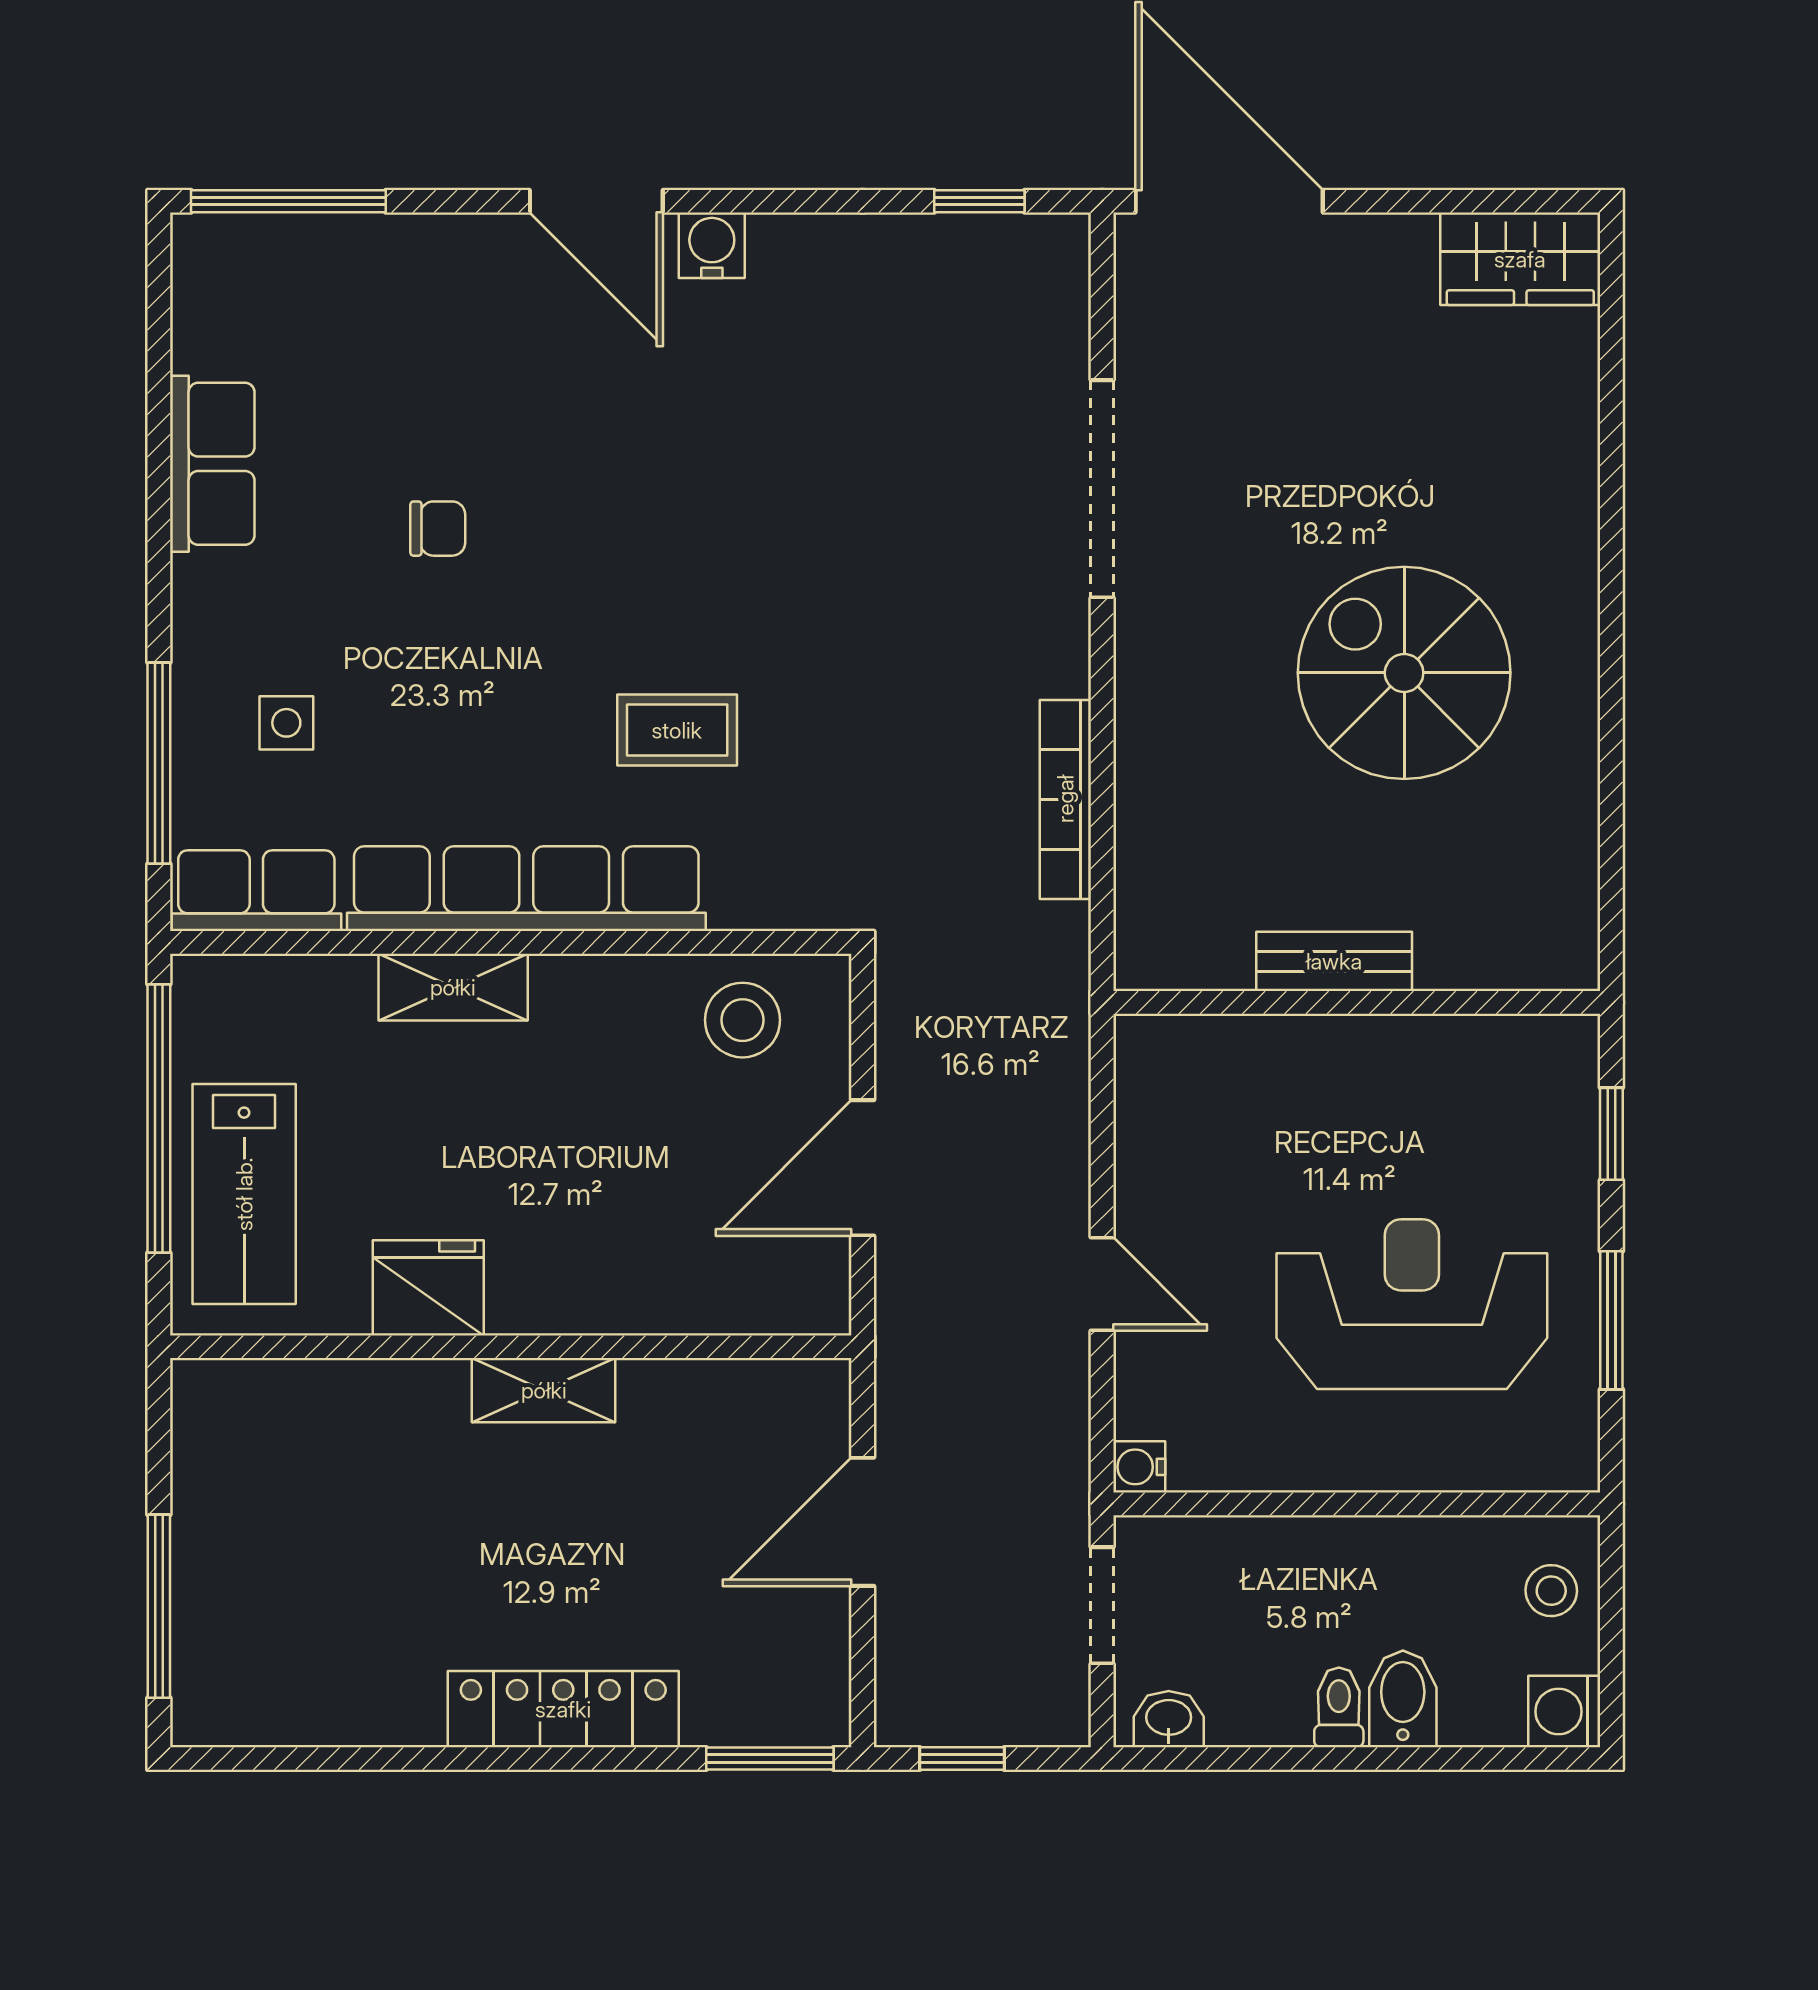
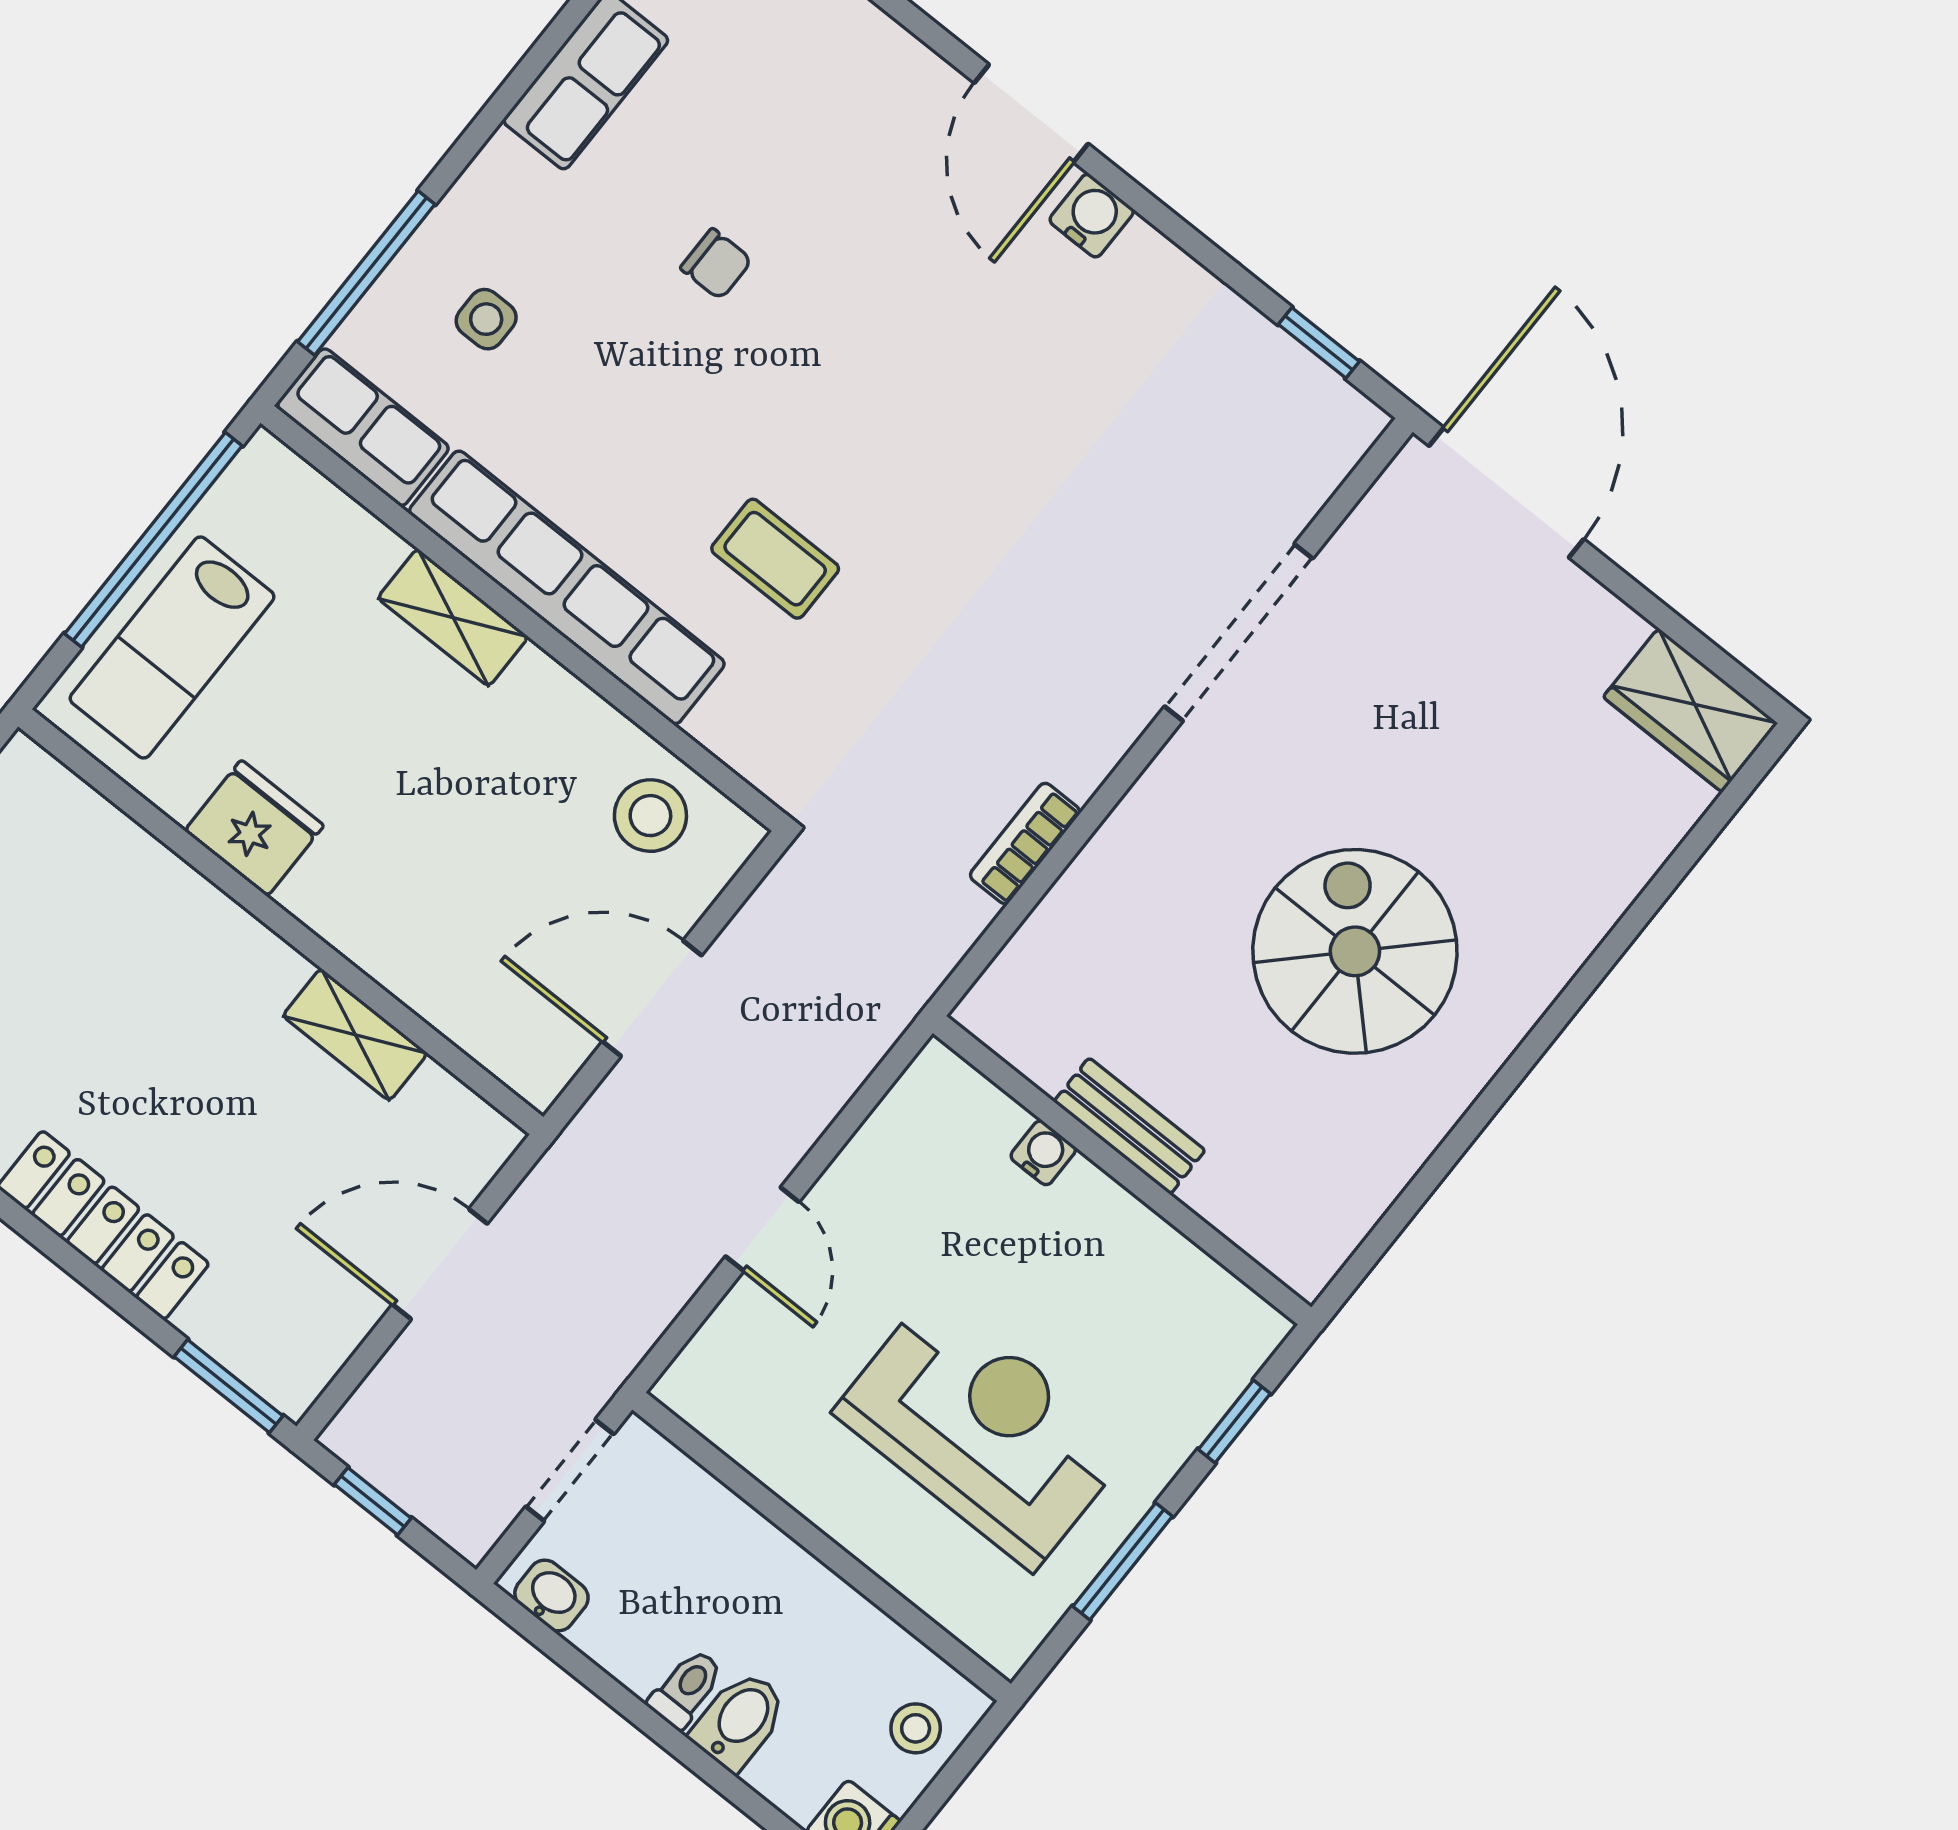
bookcase: (1065, 799) -> (1025, 843), width x0.64
shelving: (544, 1390) -> (355, 1035), moved
water cooler: (1139, 1467) -> (1043, 1153), moved, turned 90

